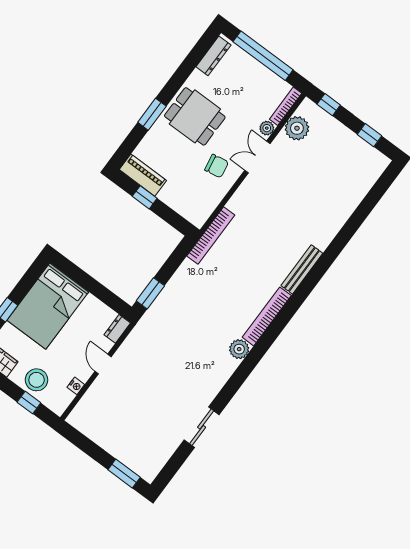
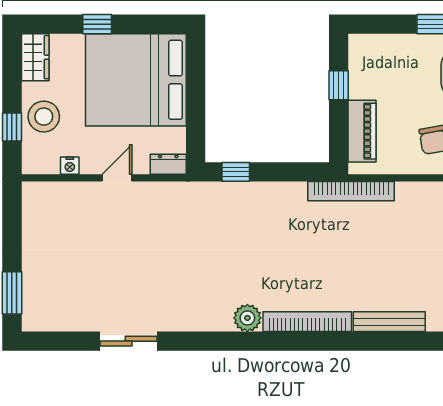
piano: (143, 175) -> (362, 131), moved
window: (150, 293) -> (236, 172), width x0.67
bed: (48, 306) -> (136, 80), width x1.36

